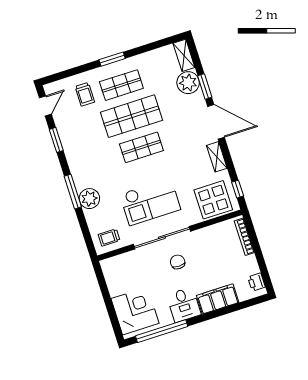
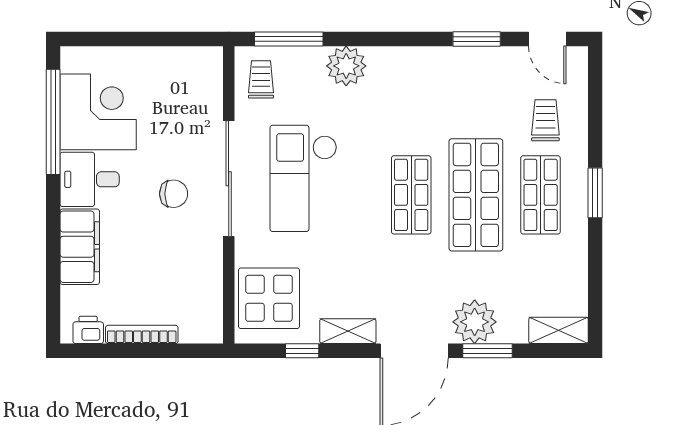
plant: (188, 83) -> (475, 322), moved
trolley: (85, 94) -> (545, 120), turned 90
window: (238, 189) -> (302, 351), moved
window: (73, 192) -> (289, 39), moved
bookcase: (244, 237) -> (142, 334), moved
corner desk: (135, 311) -> (98, 112), moved, turned -90

